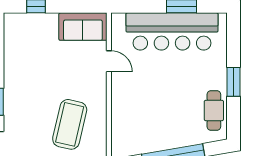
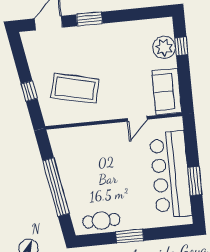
plant: (35, 25) -> (164, 47), added

